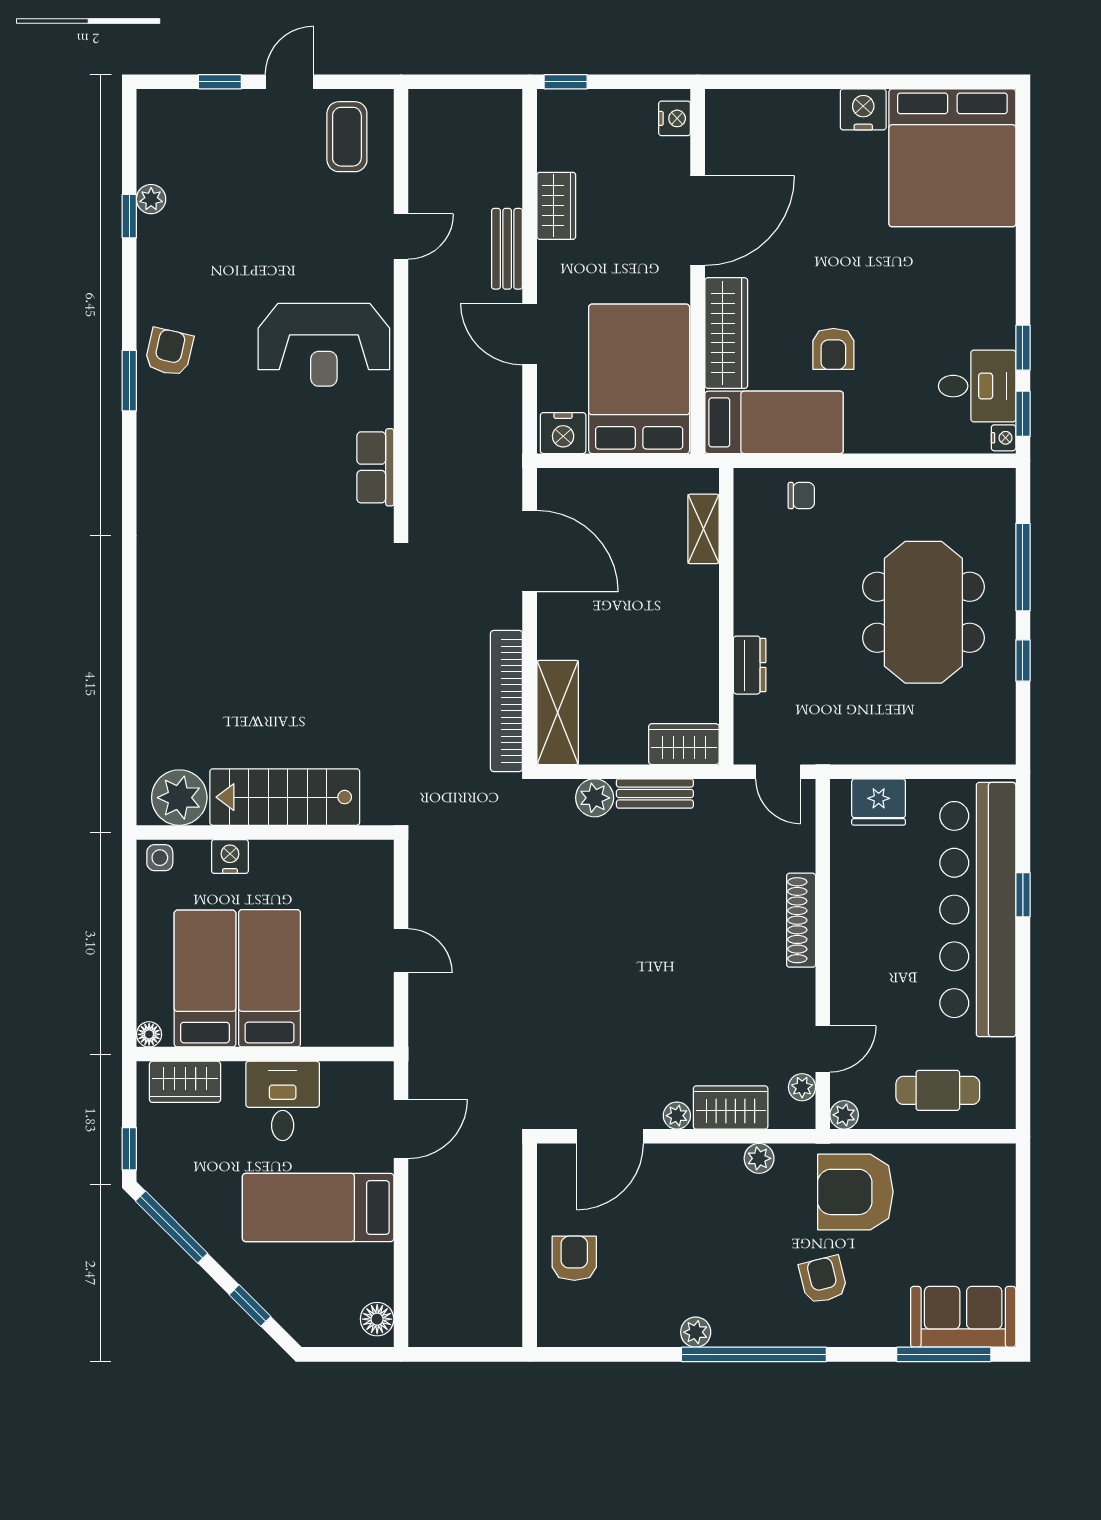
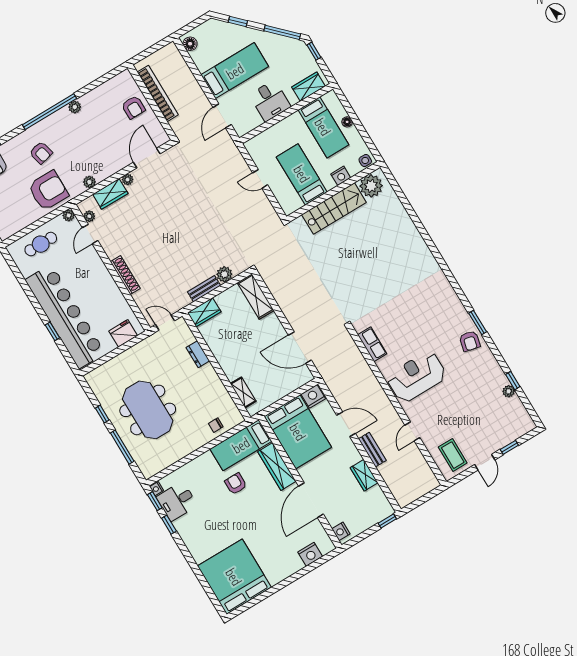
nightstand: (863, 109) -> (310, 554), moved
bookcase: (506, 701) -> (158, 93), moved
bed: (269, 978) -> (302, 174), moved, turned 180
floor lamp: (149, 1034) -> (347, 122), moved

